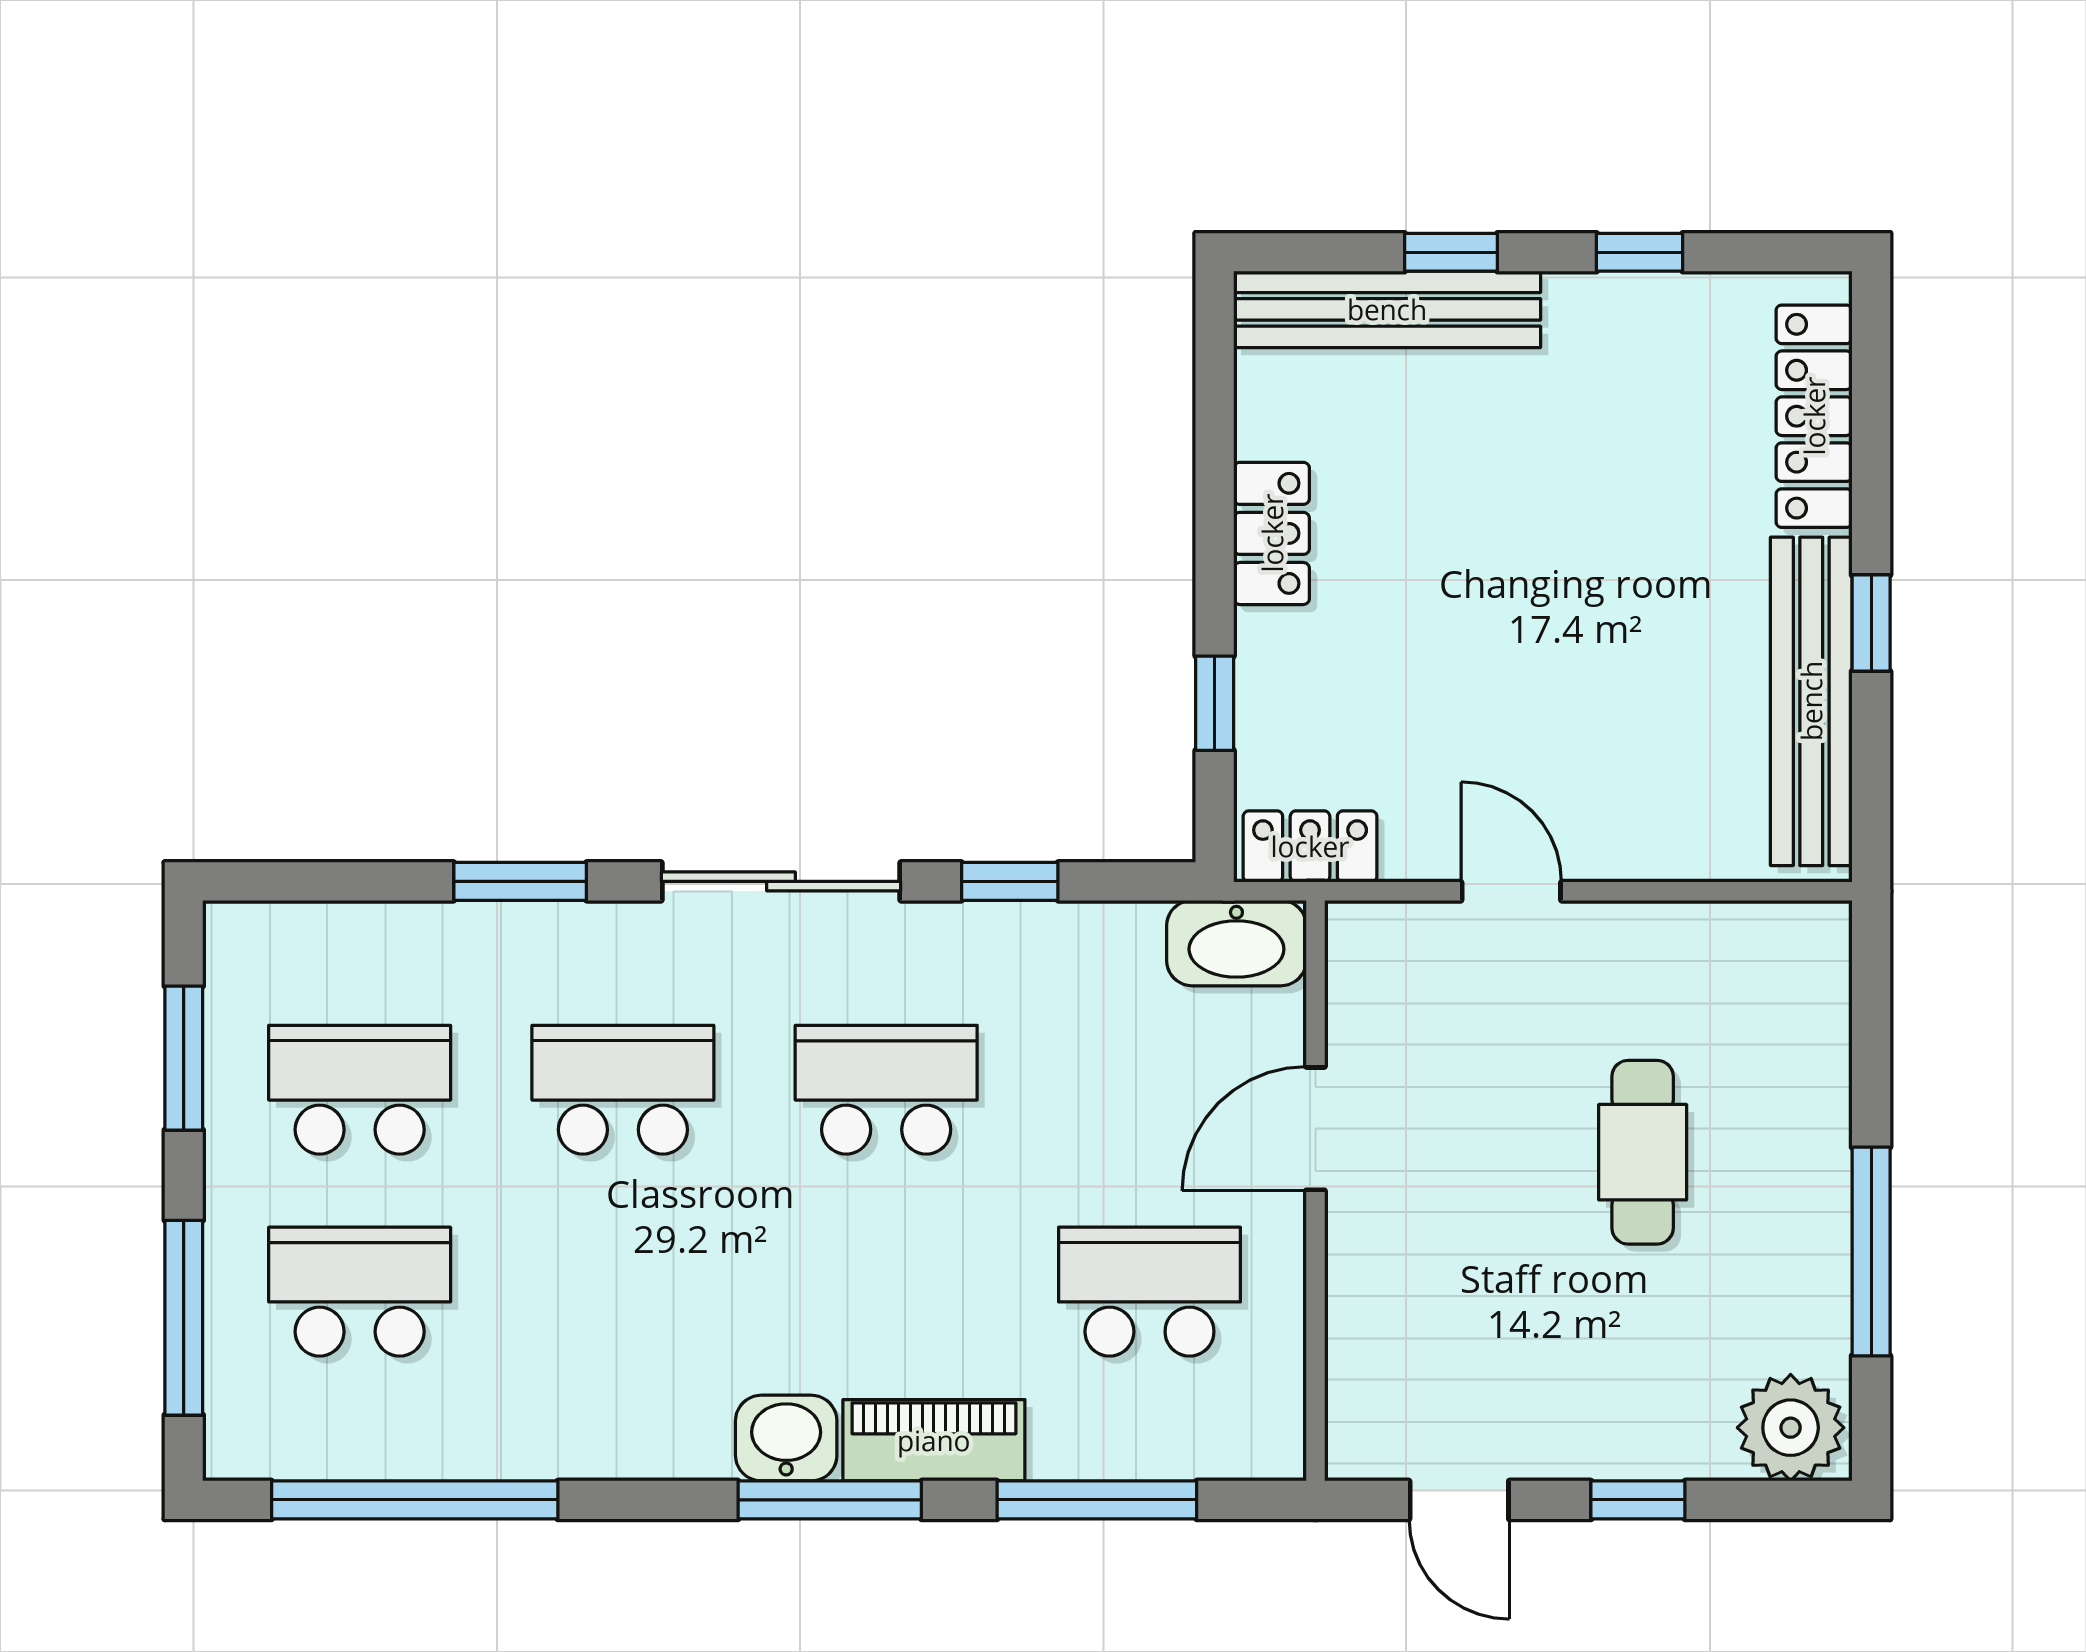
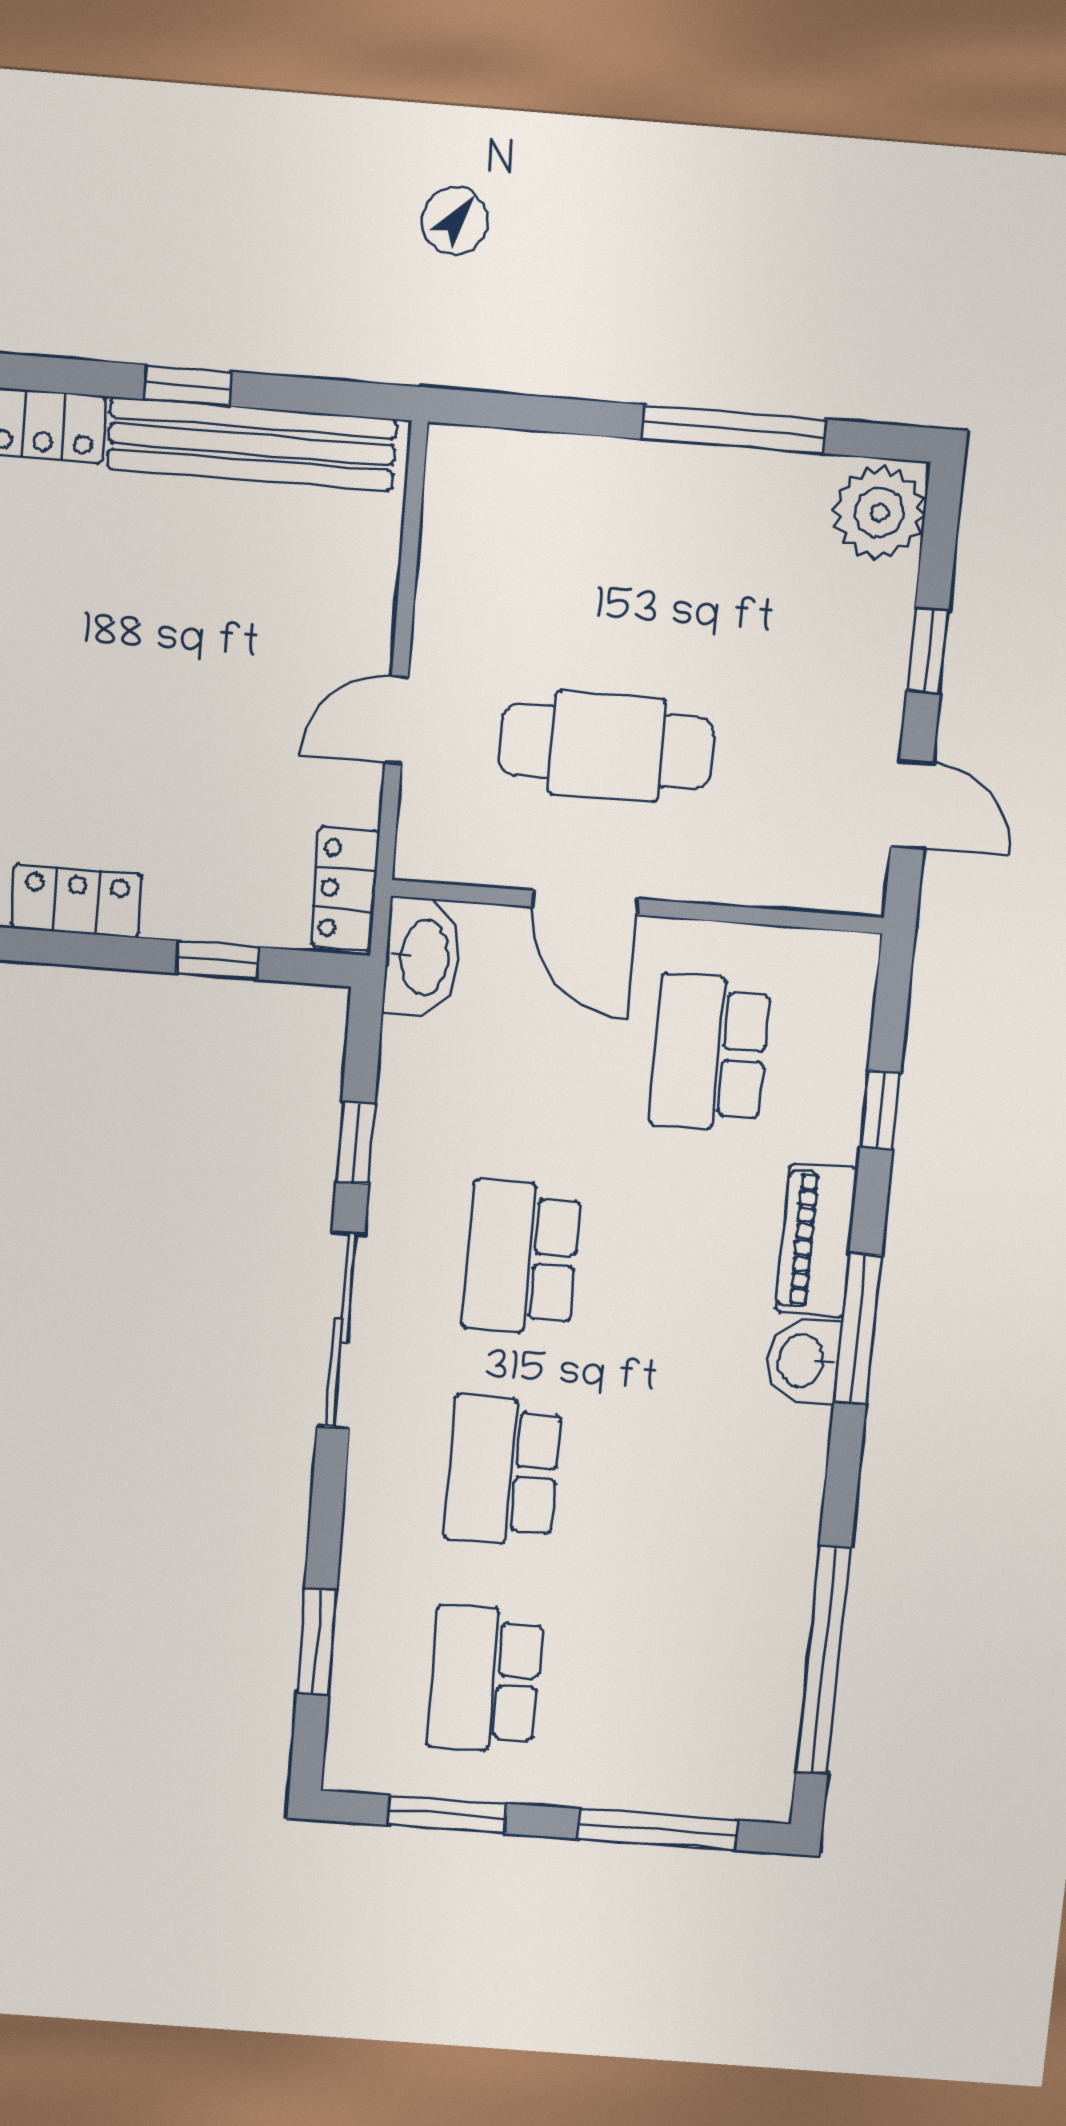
window: (520, 881) -> (317, 1642), moved
cafe table: (1643, 1152) -> (607, 746), moved, width x1.37, depth x1.35
school desk: (360, 1292) -> (649, 1691), removed
window: (1097, 1500) -> (880, 1110), width x0.46
door: (1459, 1500) -> (912, 805), hinge flipped

